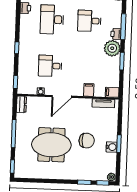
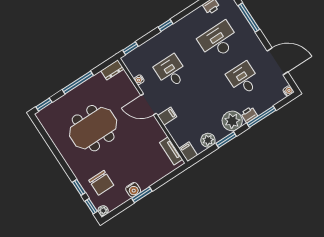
plant: (114, 74) -> (208, 140), added
filing cabinet: (89, 90) -> (167, 116), moved
chair: (87, 141) -> (101, 183), moved
meeting table: (51, 145) -> (93, 128), turned 90

